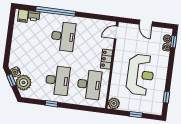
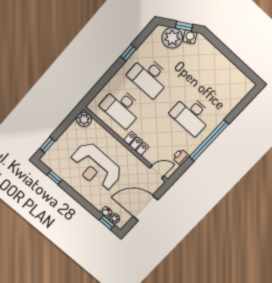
window: (56, 11) -> (209, 141), moved
filing cabinet: (23, 16) -> (244, 87), removed
printer: (34, 16) -> (181, 157), moved
door: (146, 23) -> (145, 208), width x1.88
door: (116, 32) -> (157, 172), hinge flipped
window: (136, 115) -> (47, 145), moved

